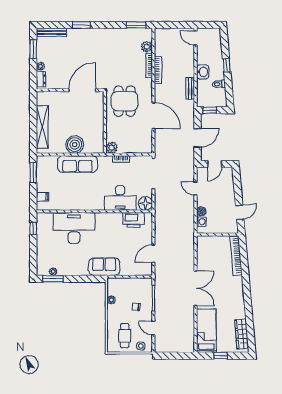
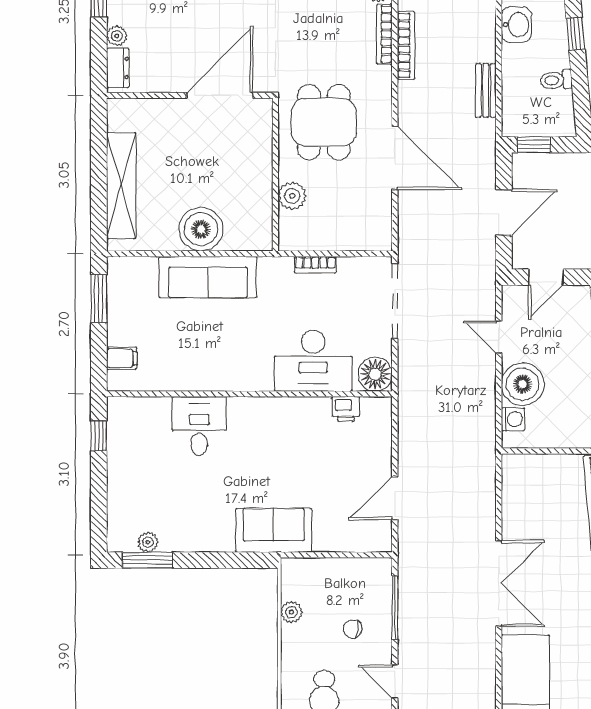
washbasin: (203, 72) -> (516, 25), moved
plant: (112, 148) -> (292, 196), moved
boiler: (201, 211) -> (523, 384), width x1.86, depth x1.86
printer: (133, 220) -> (346, 409), width x0.53, depth x0.68
desk: (74, 228) -> (199, 426), width x0.53, depth x0.77

